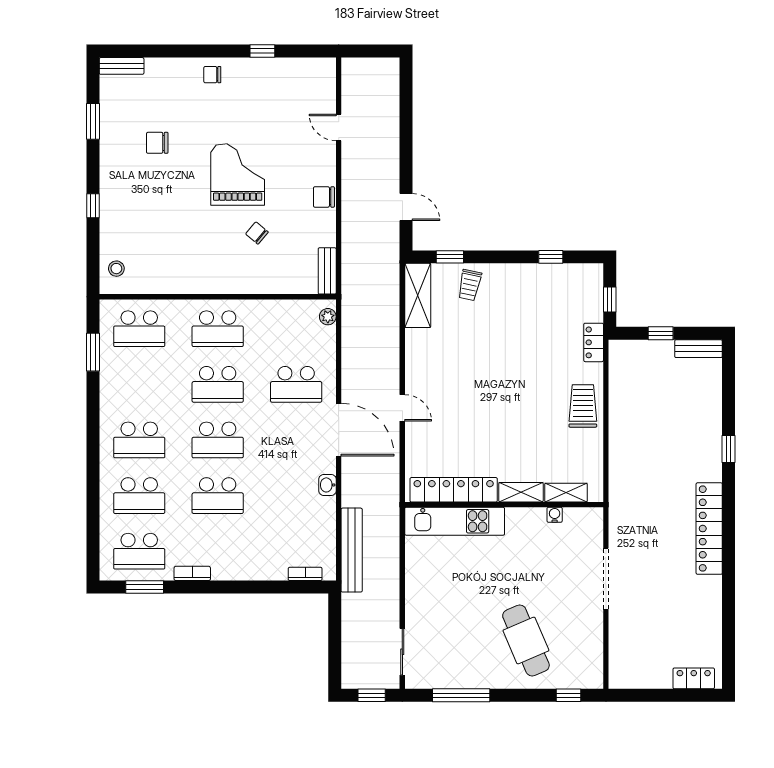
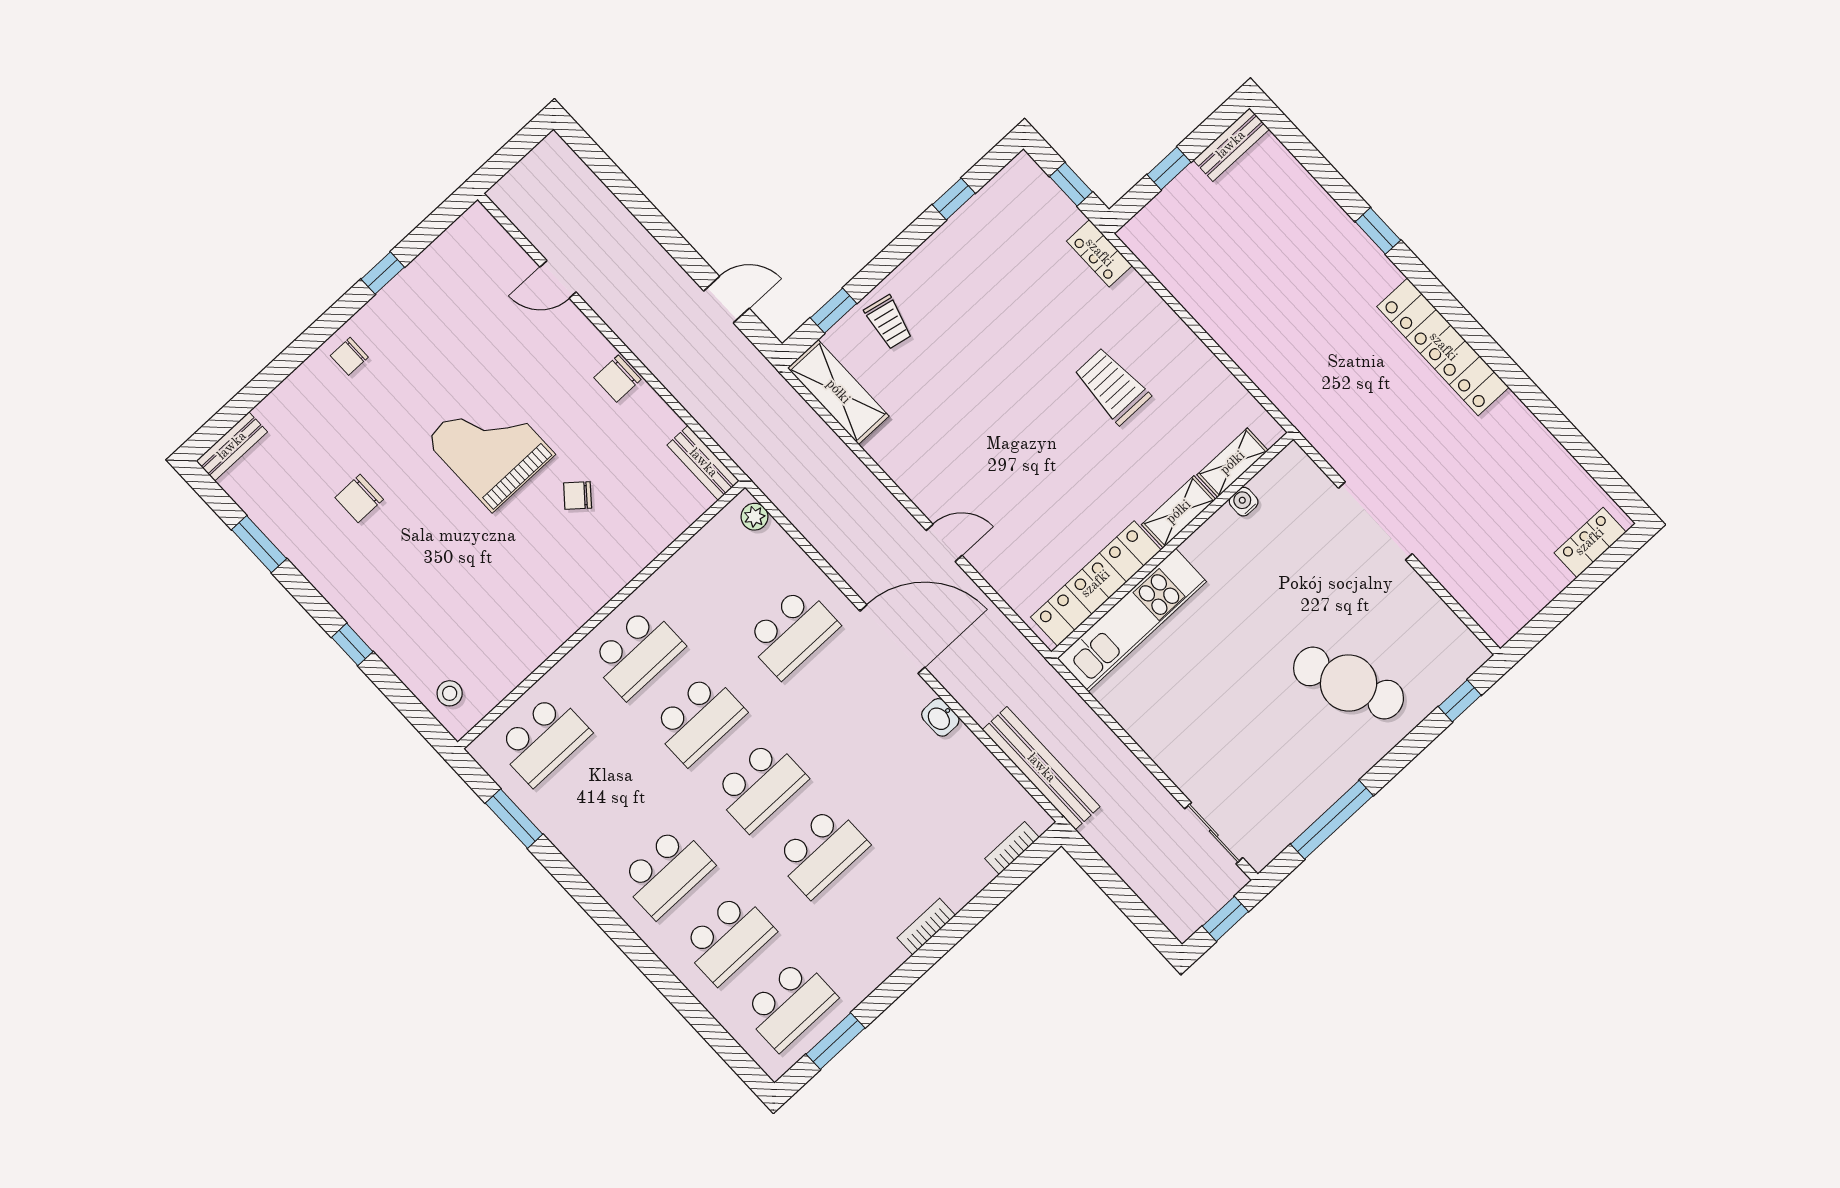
trolley: (583, 406) -> (1112, 386), moved
bookcase: (192, 573) -> (926, 927), moved

